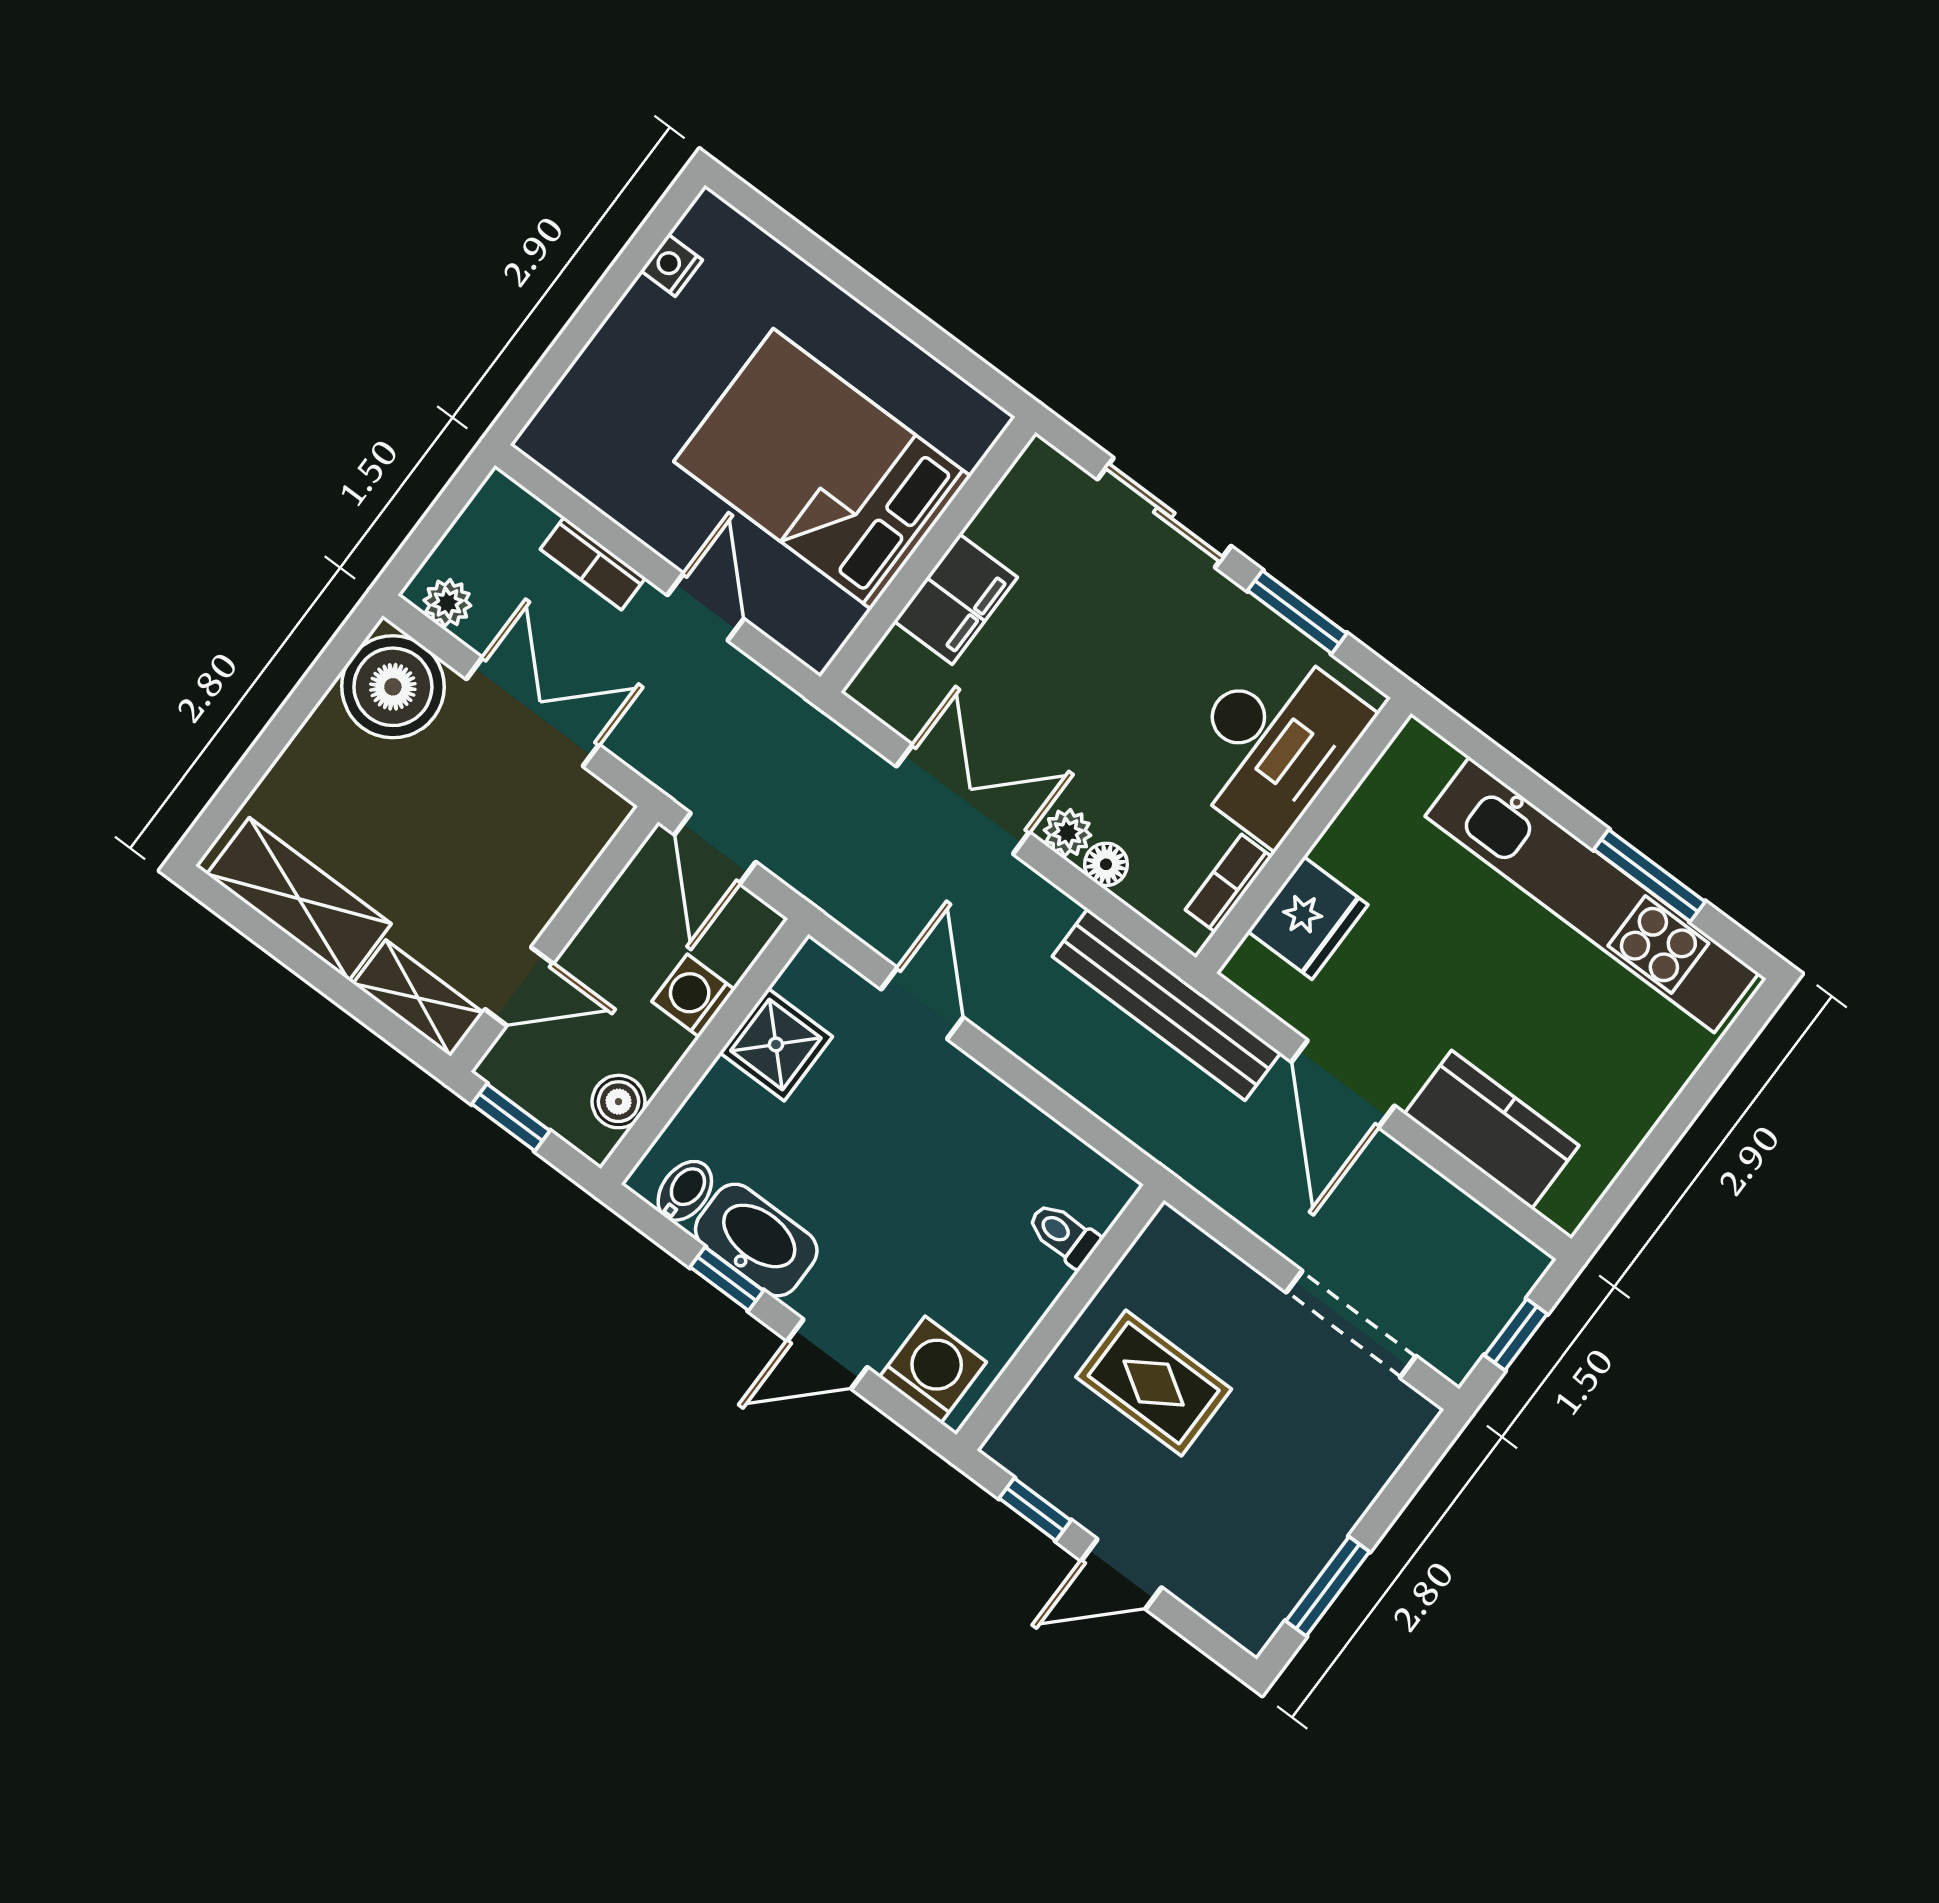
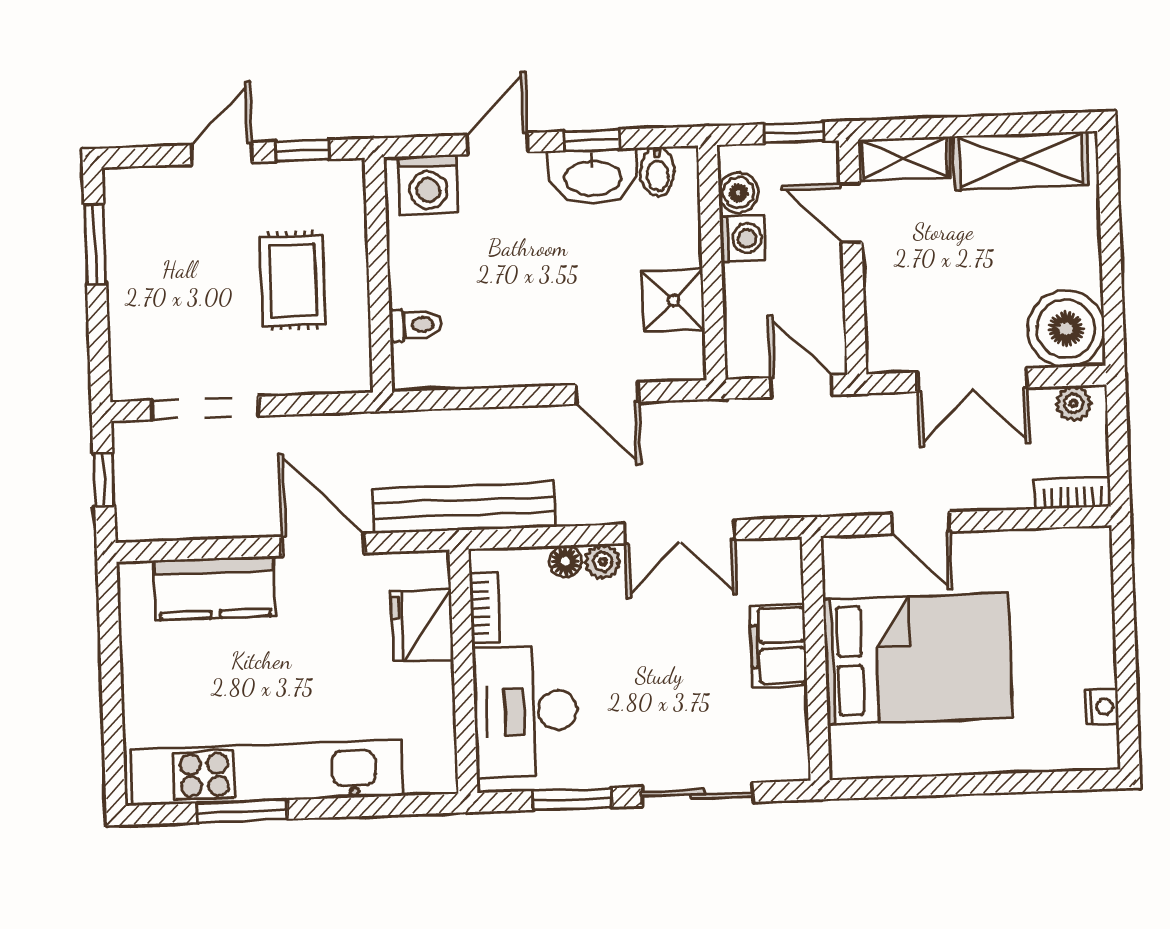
bookcase: (593, 563) -> (1072, 493), moved
door: (519, 986) -> (851, 213), hinge flipped
washing machine: (693, 996) -> (743, 238), moved
rug: (1154, 1383) -> (293, 281), turned 90

